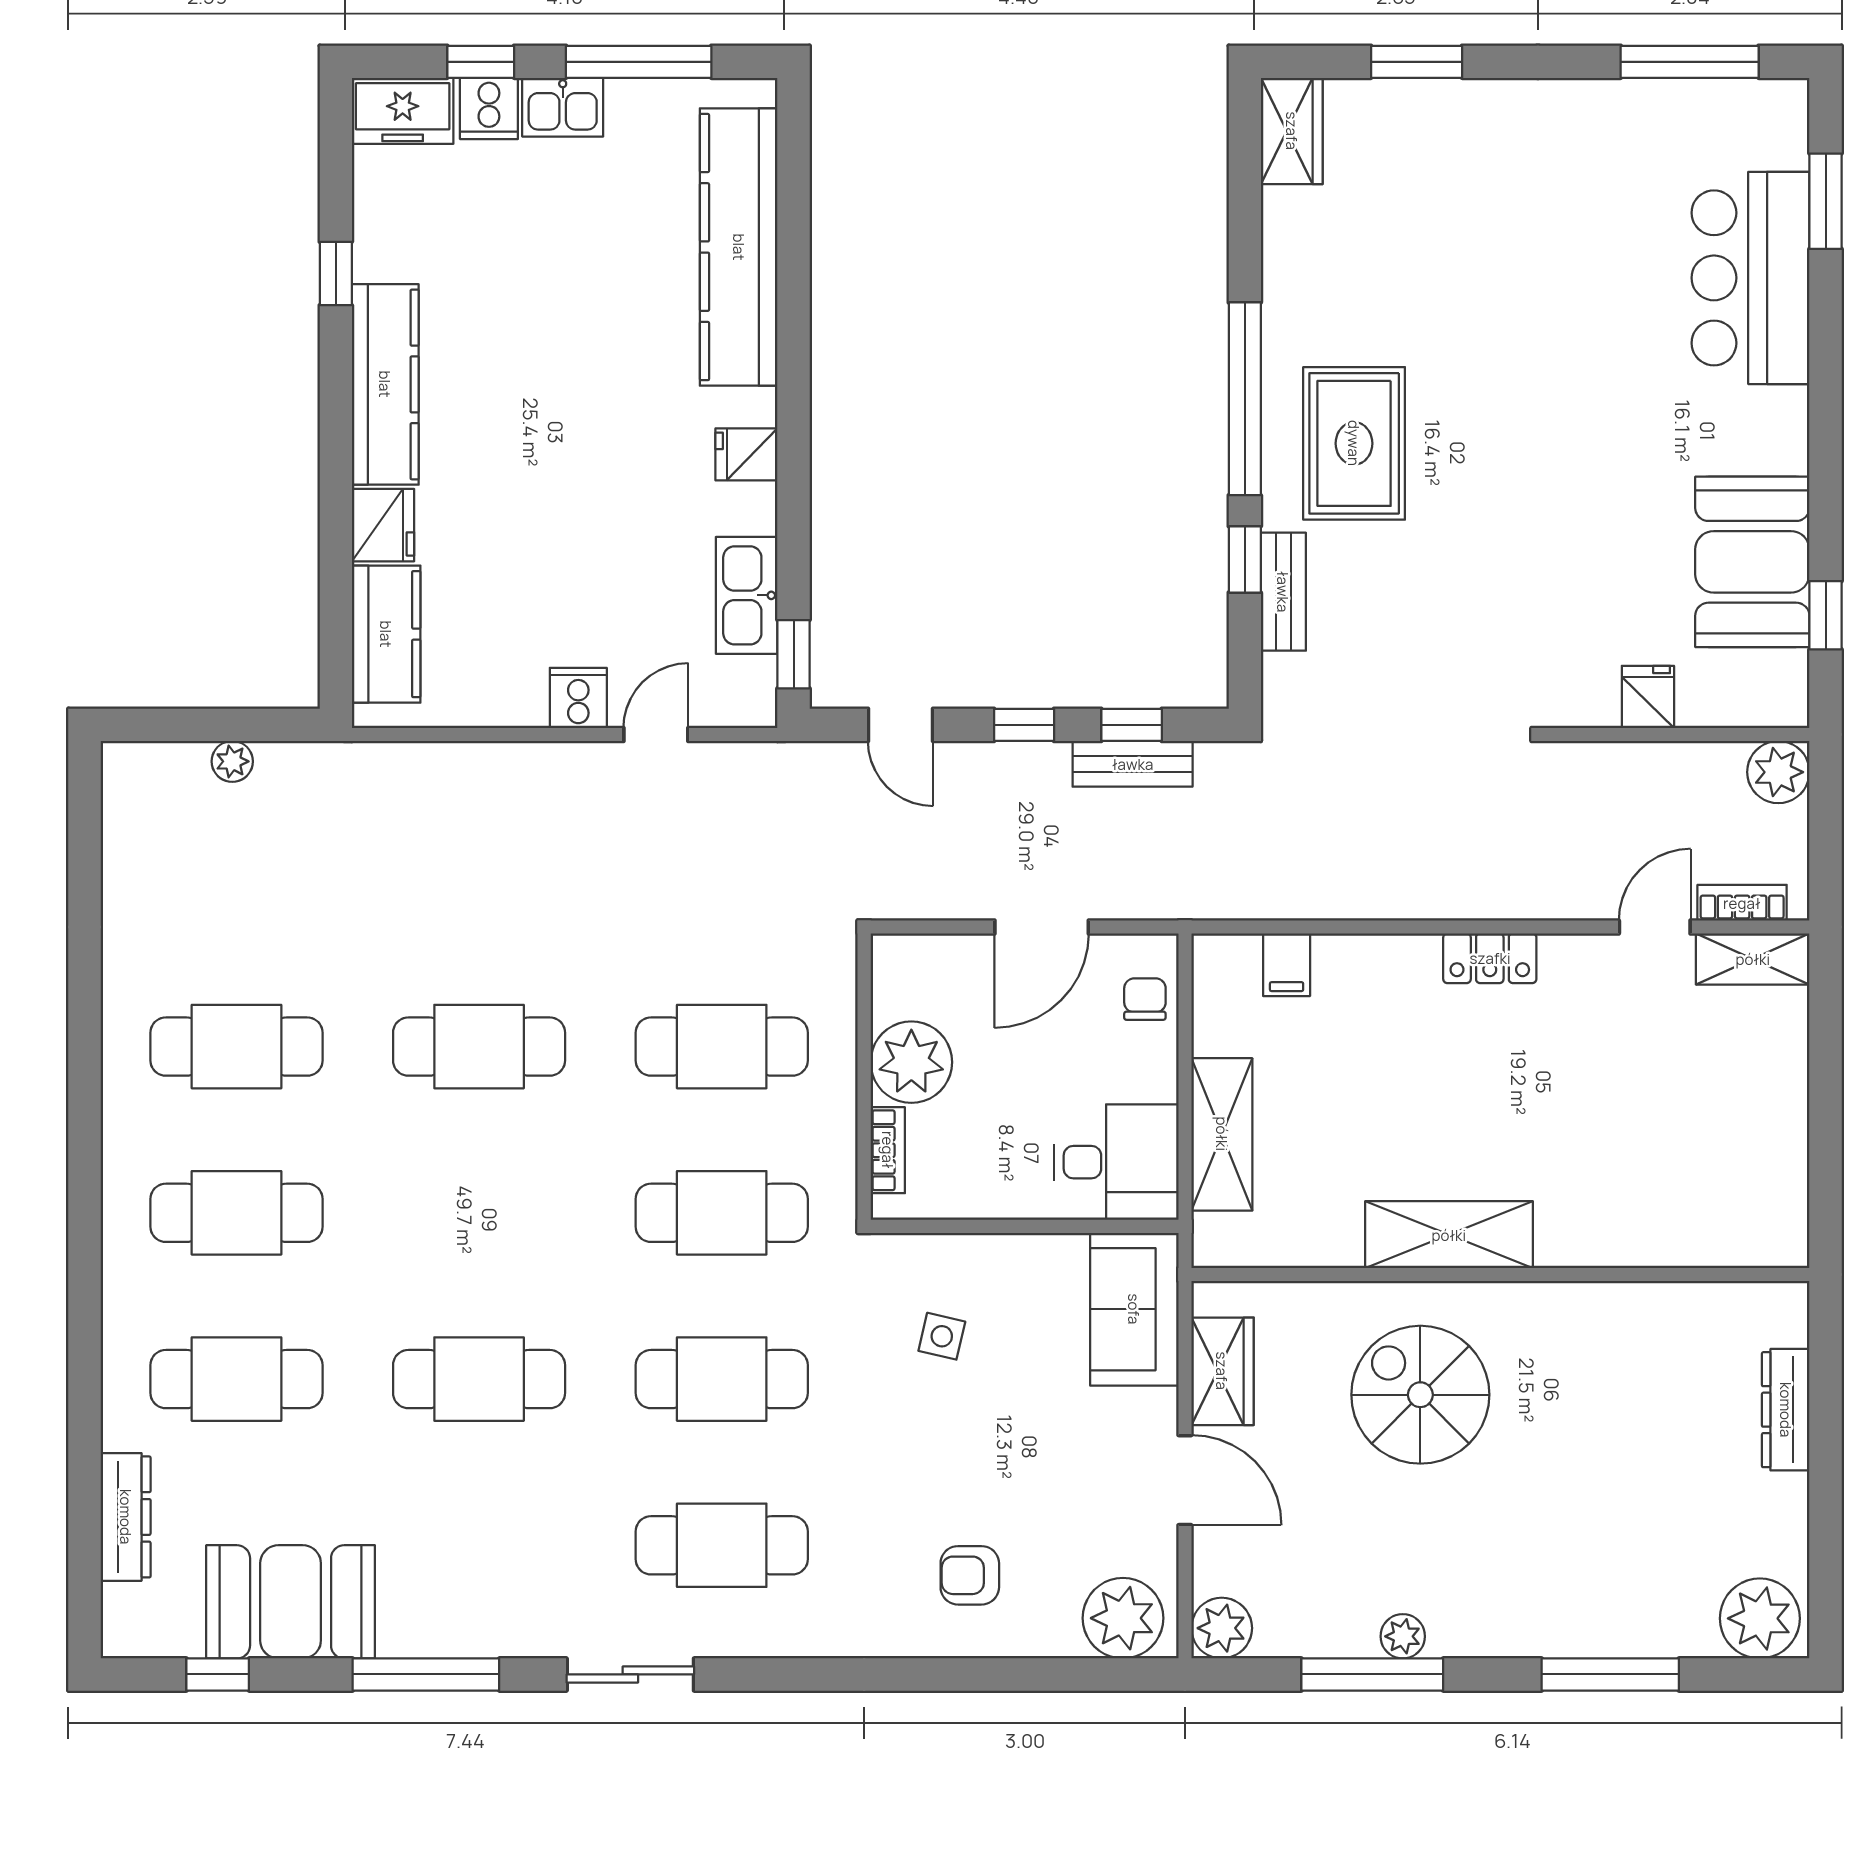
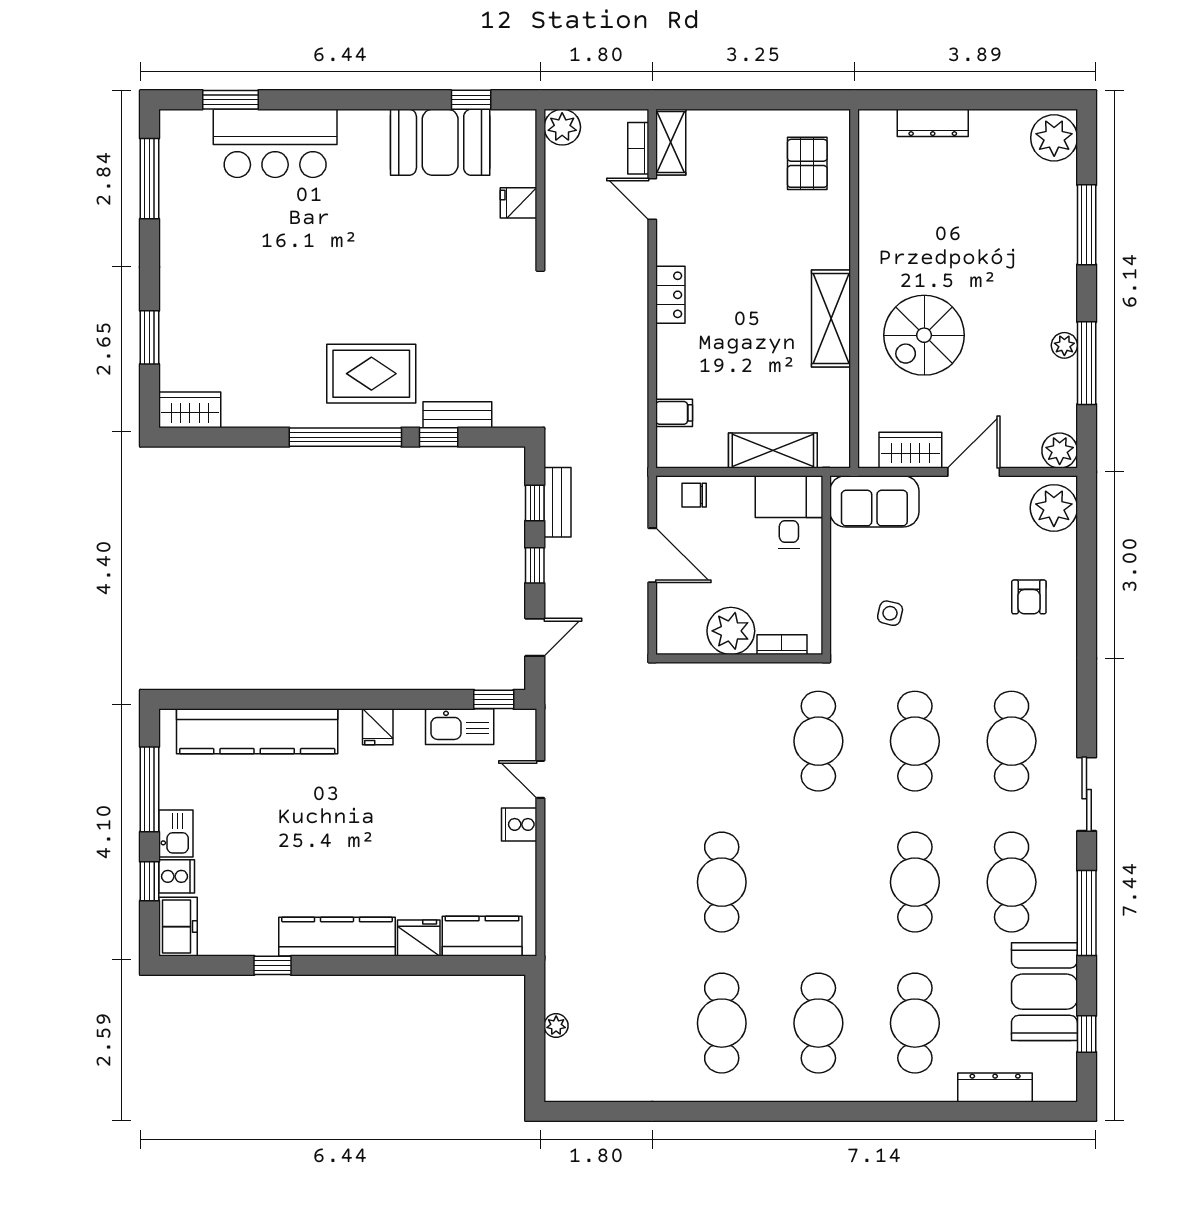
cafe table: (722, 1047) -> (1012, 882), moved
pallet: (1716, 1194) -> (807, 163), added

